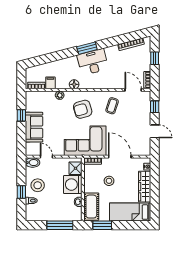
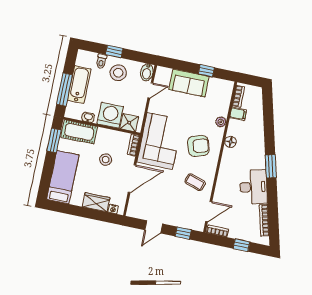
desk: (93, 62) -> (253, 187), moved
armchair: (83, 109) -> (198, 146), turned 89
wardrobe: (145, 187) -> (96, 202), width x0.67
bathtub: (54, 214) -> (79, 85), added

